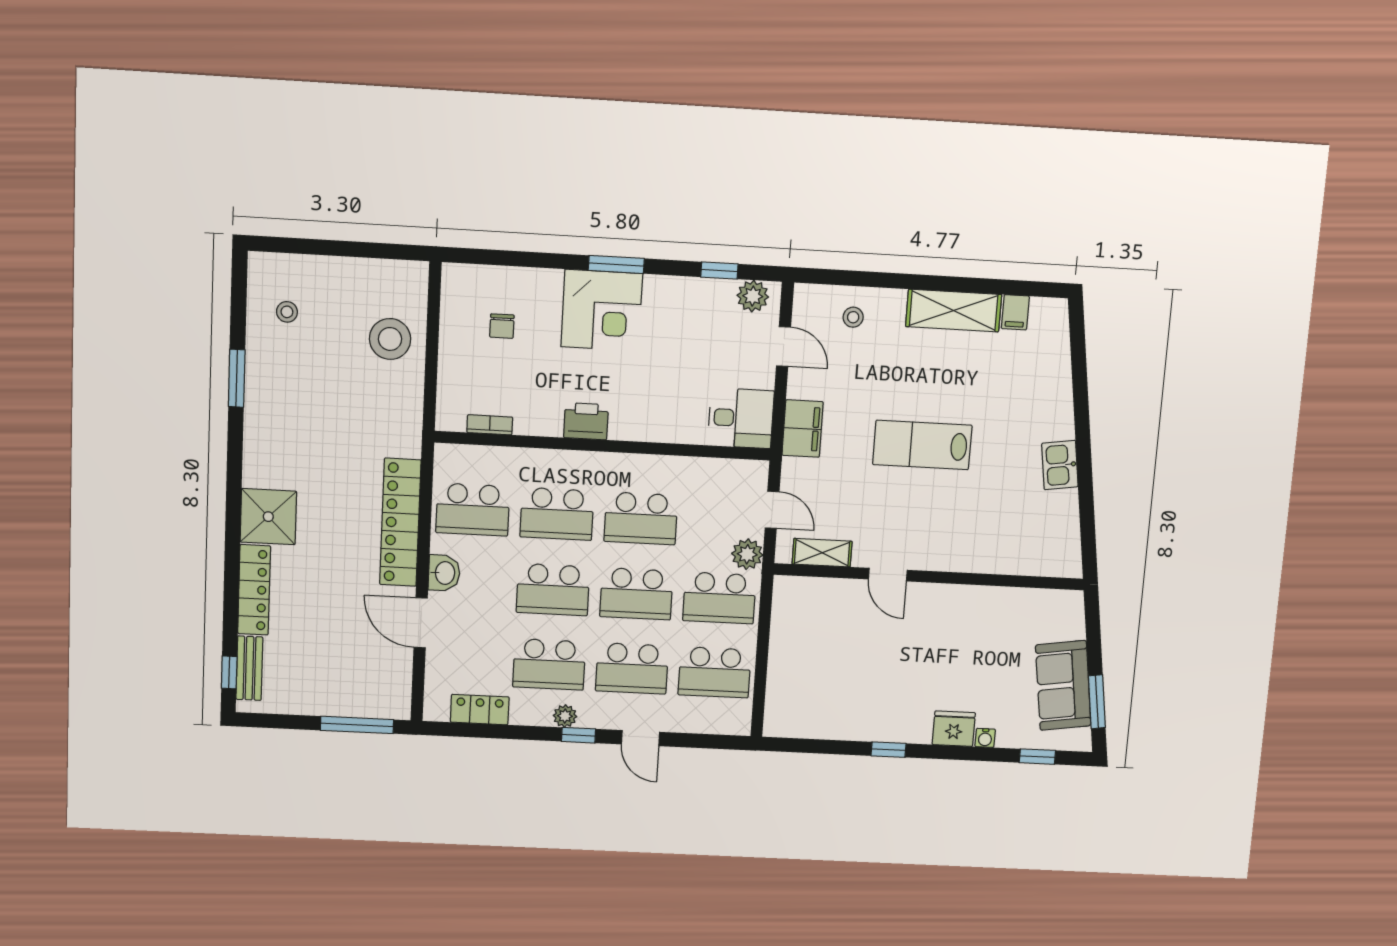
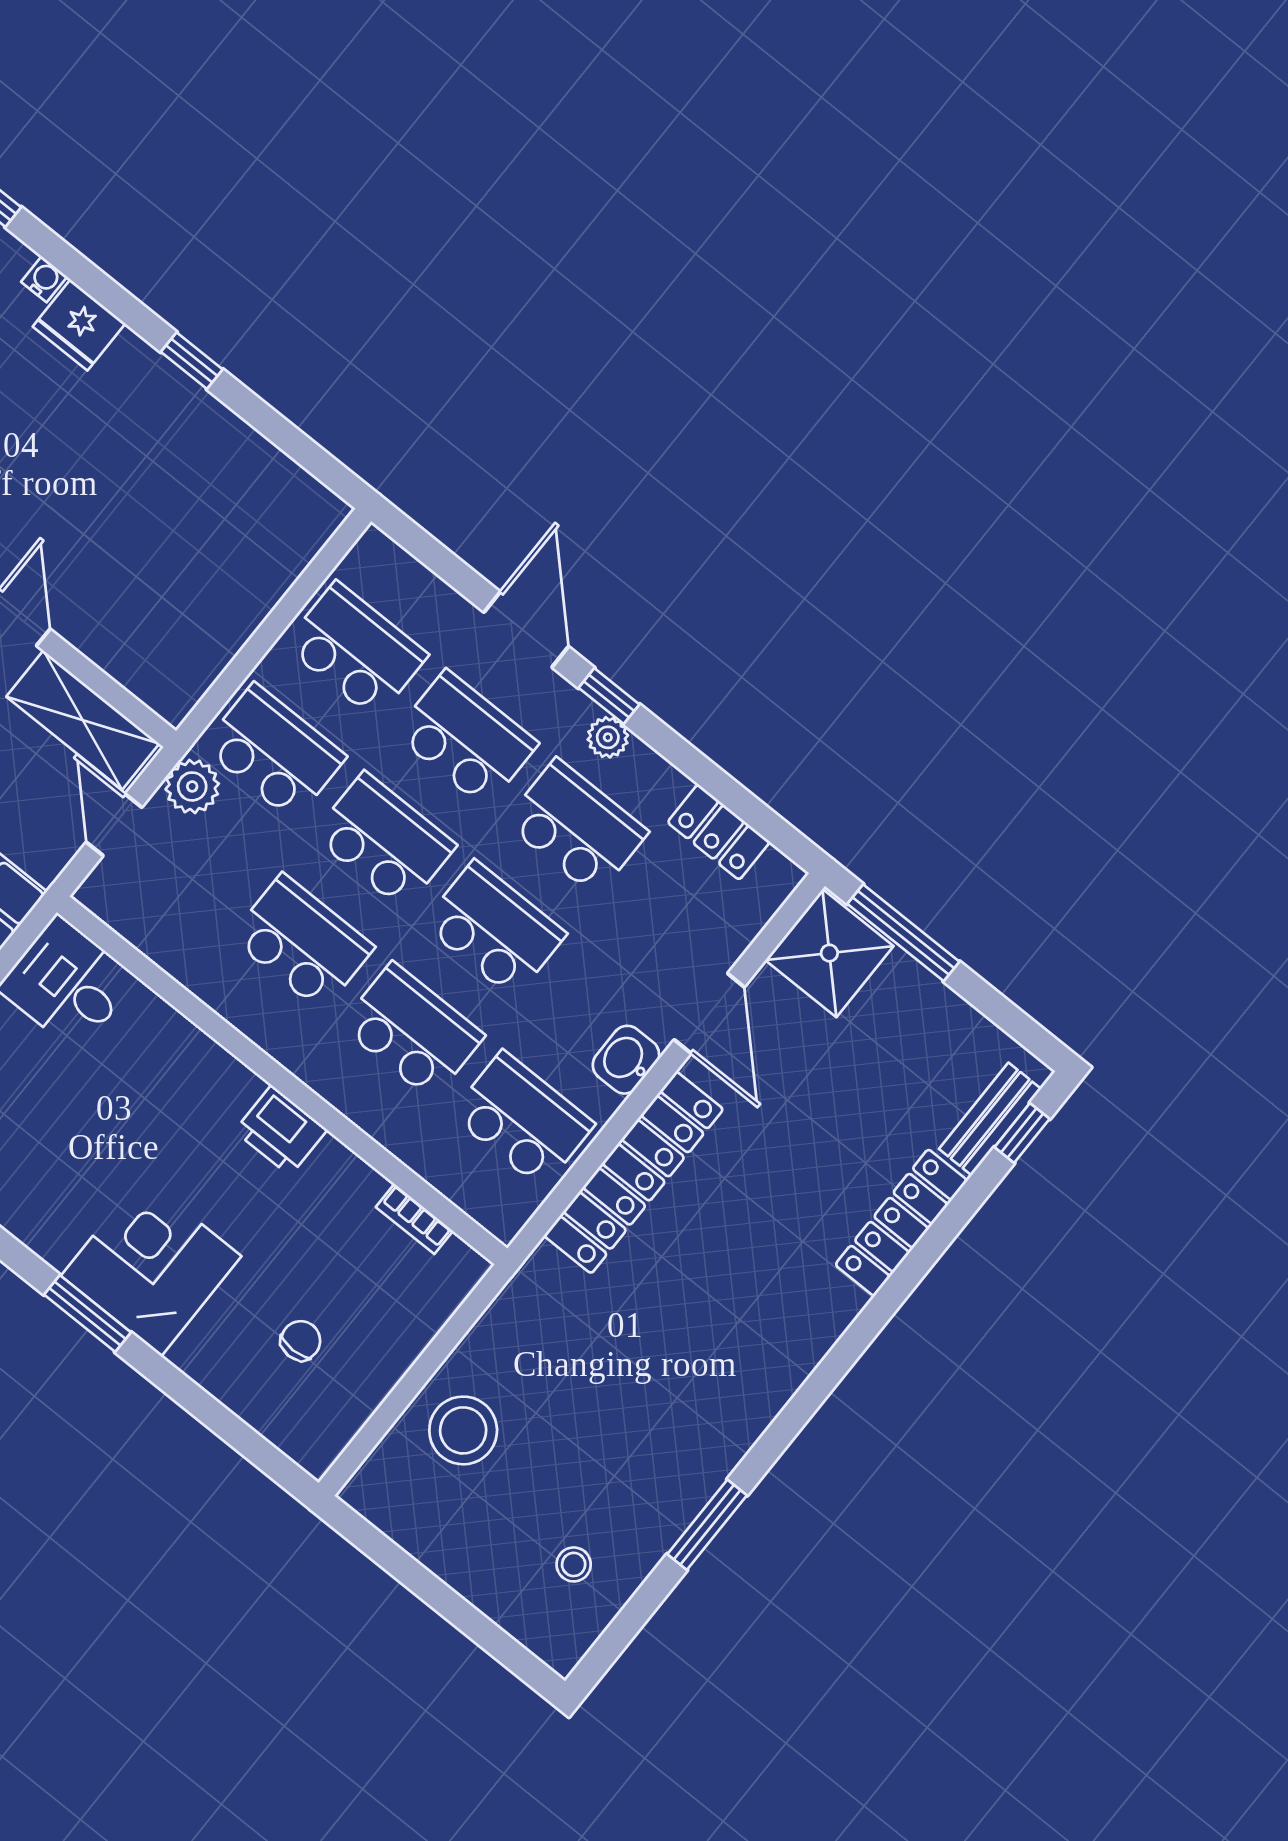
shower: (268, 517) -> (829, 953), moved
shelving: (822, 553) -> (83, 720), width x1.50, depth x1.33
door: (640, 738) -> (526, 629), width x1.38

